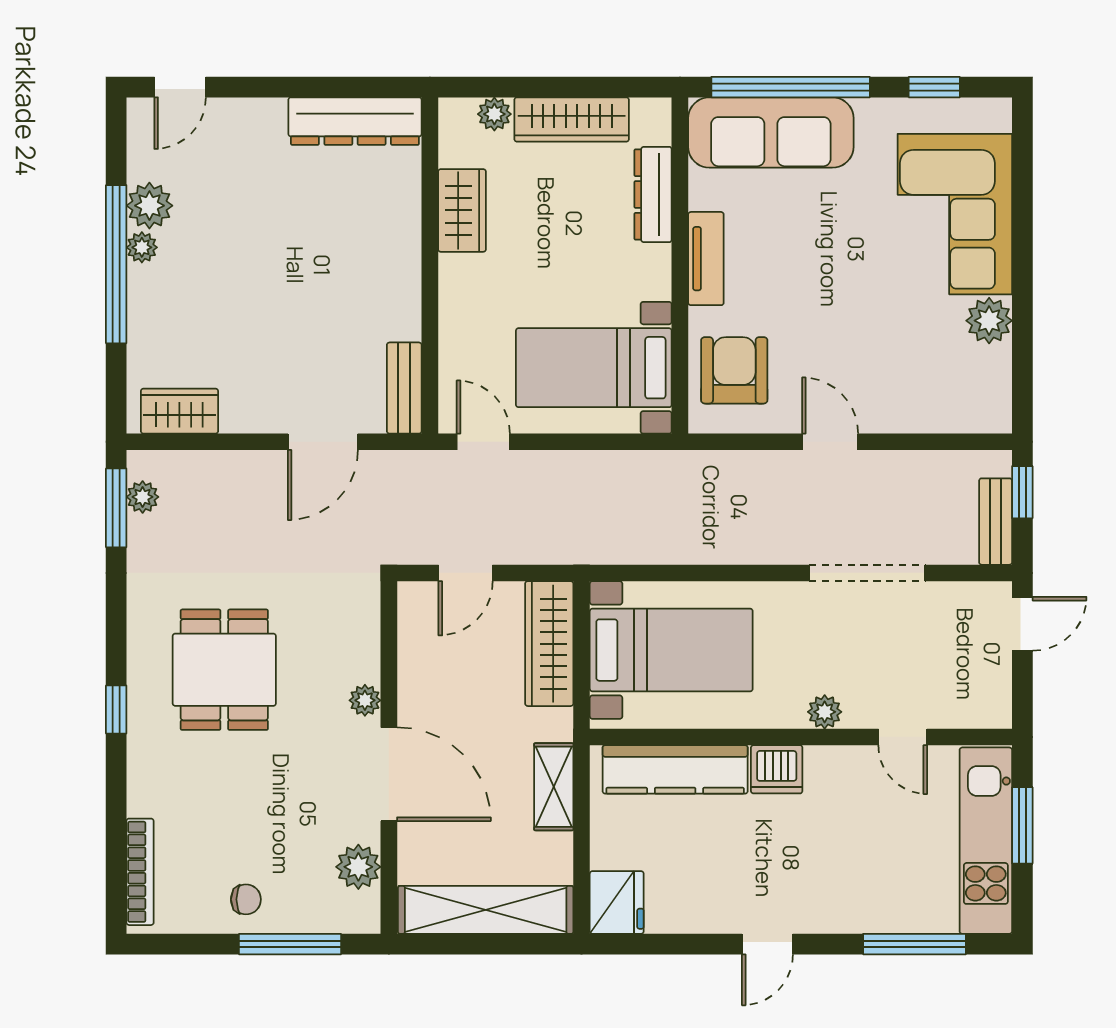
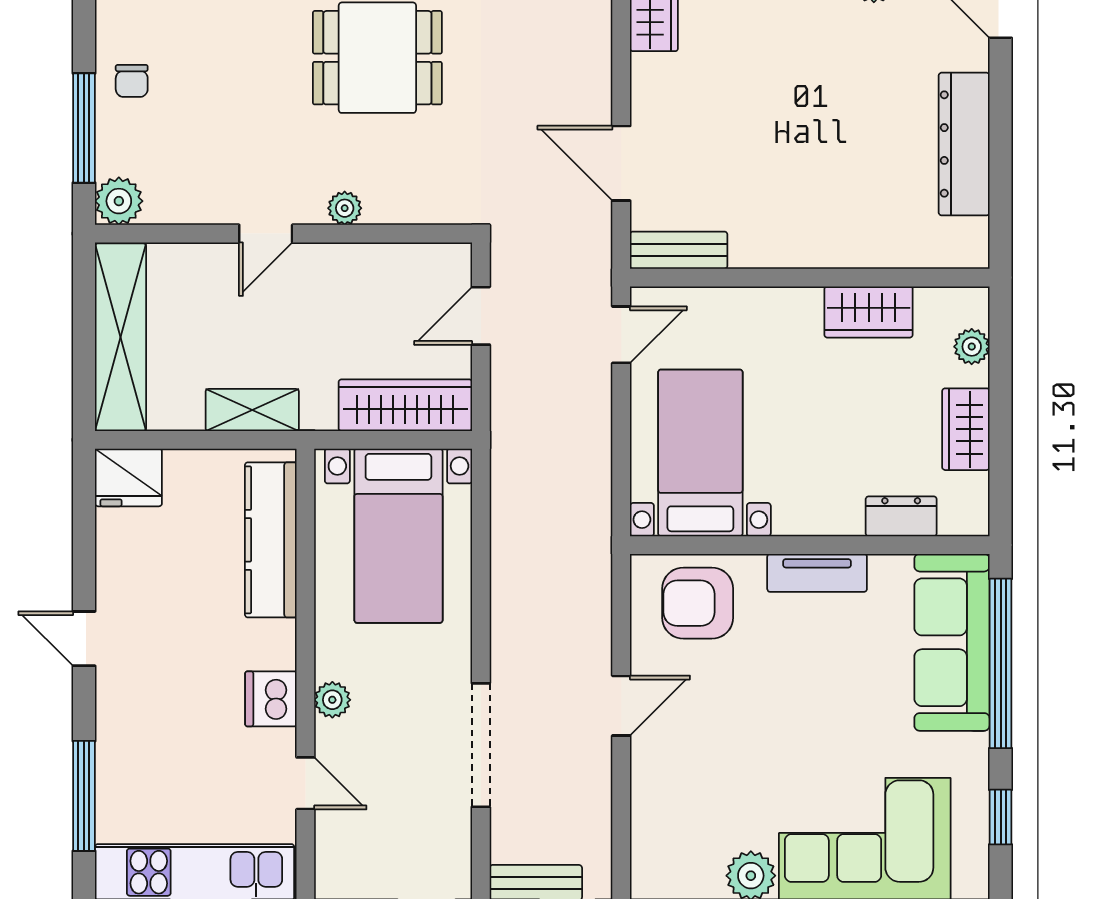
wardrobe: (572, 119) -> (966, 429), width x0.67
dresser: (355, 121) -> (964, 144), moved
dresser: (653, 194) -> (901, 516), width x0.70
armchair: (734, 370) -> (698, 603), turned 180
door: (466, 573) -> (481, 316), hinge flipped
door: (903, 737) -> (305, 783), swing flipped
dishwasher: (777, 769) -> (271, 699), moved
door: (389, 774) -> (266, 234), width x0.53
plant: (358, 867) -> (119, 201), moved

